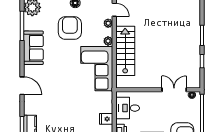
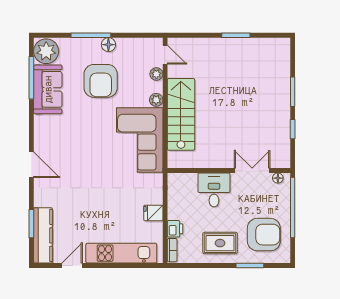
armchair: (70, 28) -> (101, 81), turned 180
sofa: (33, 48) -> (48, 89), moved
desk: (128, 108) -> (214, 190), moved, turned 90

